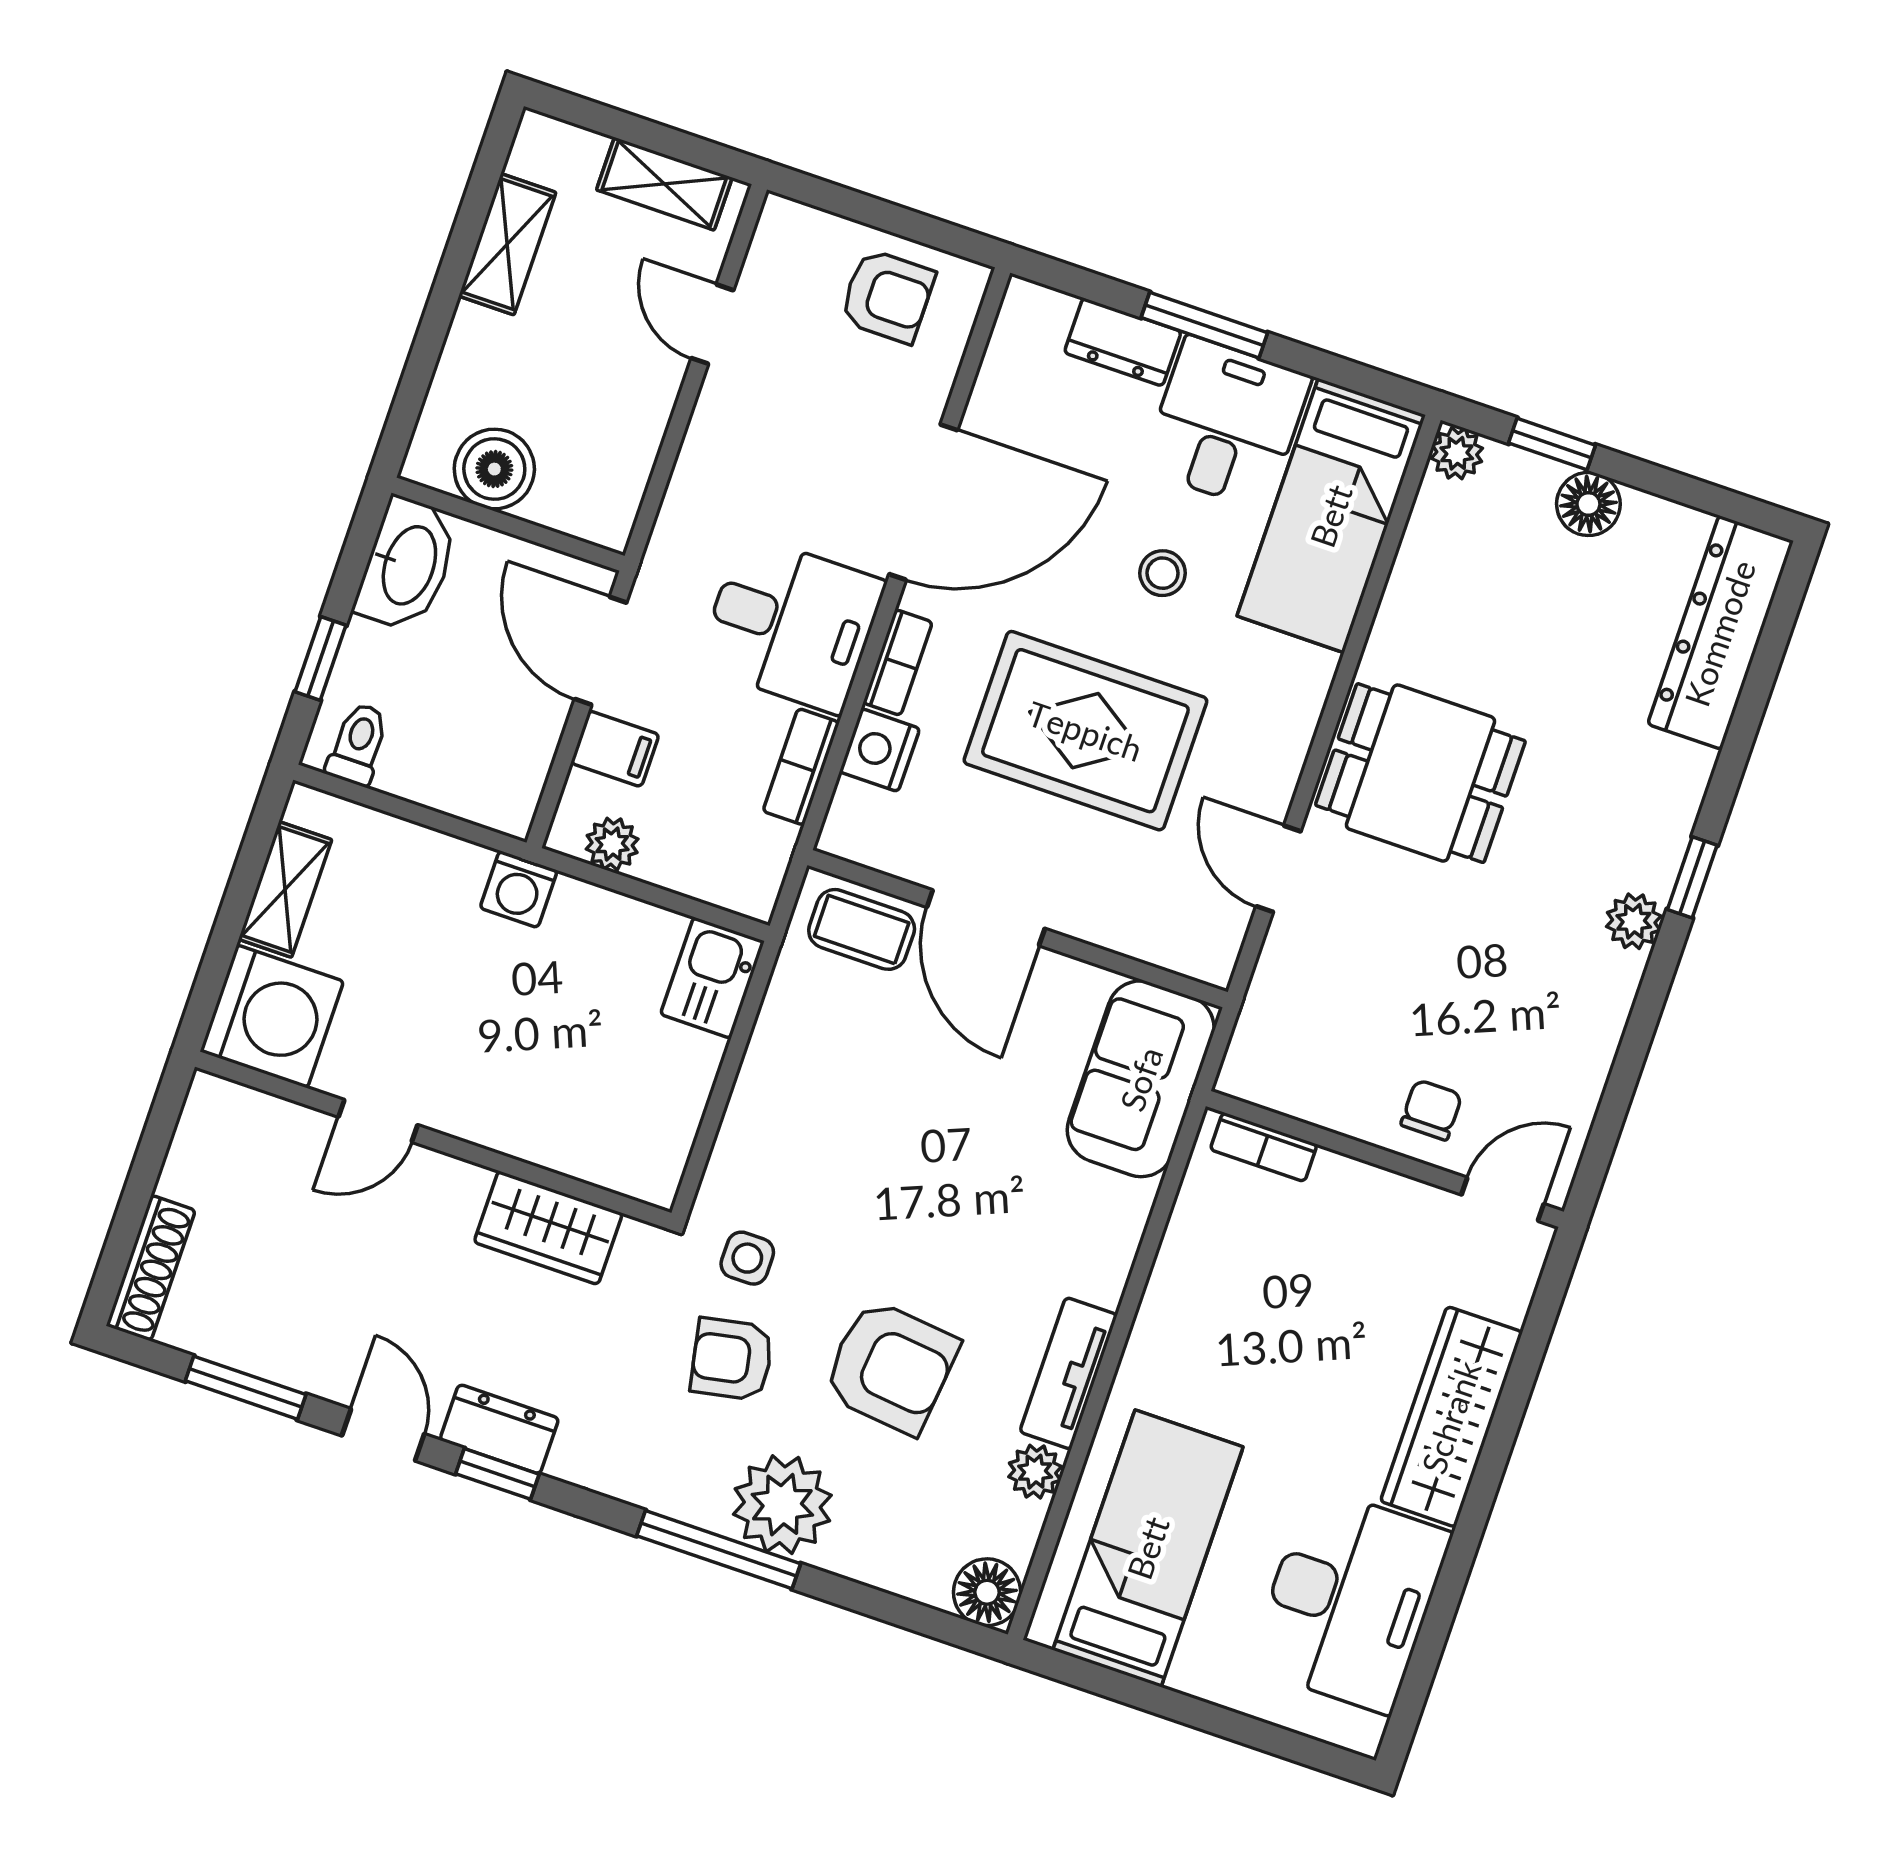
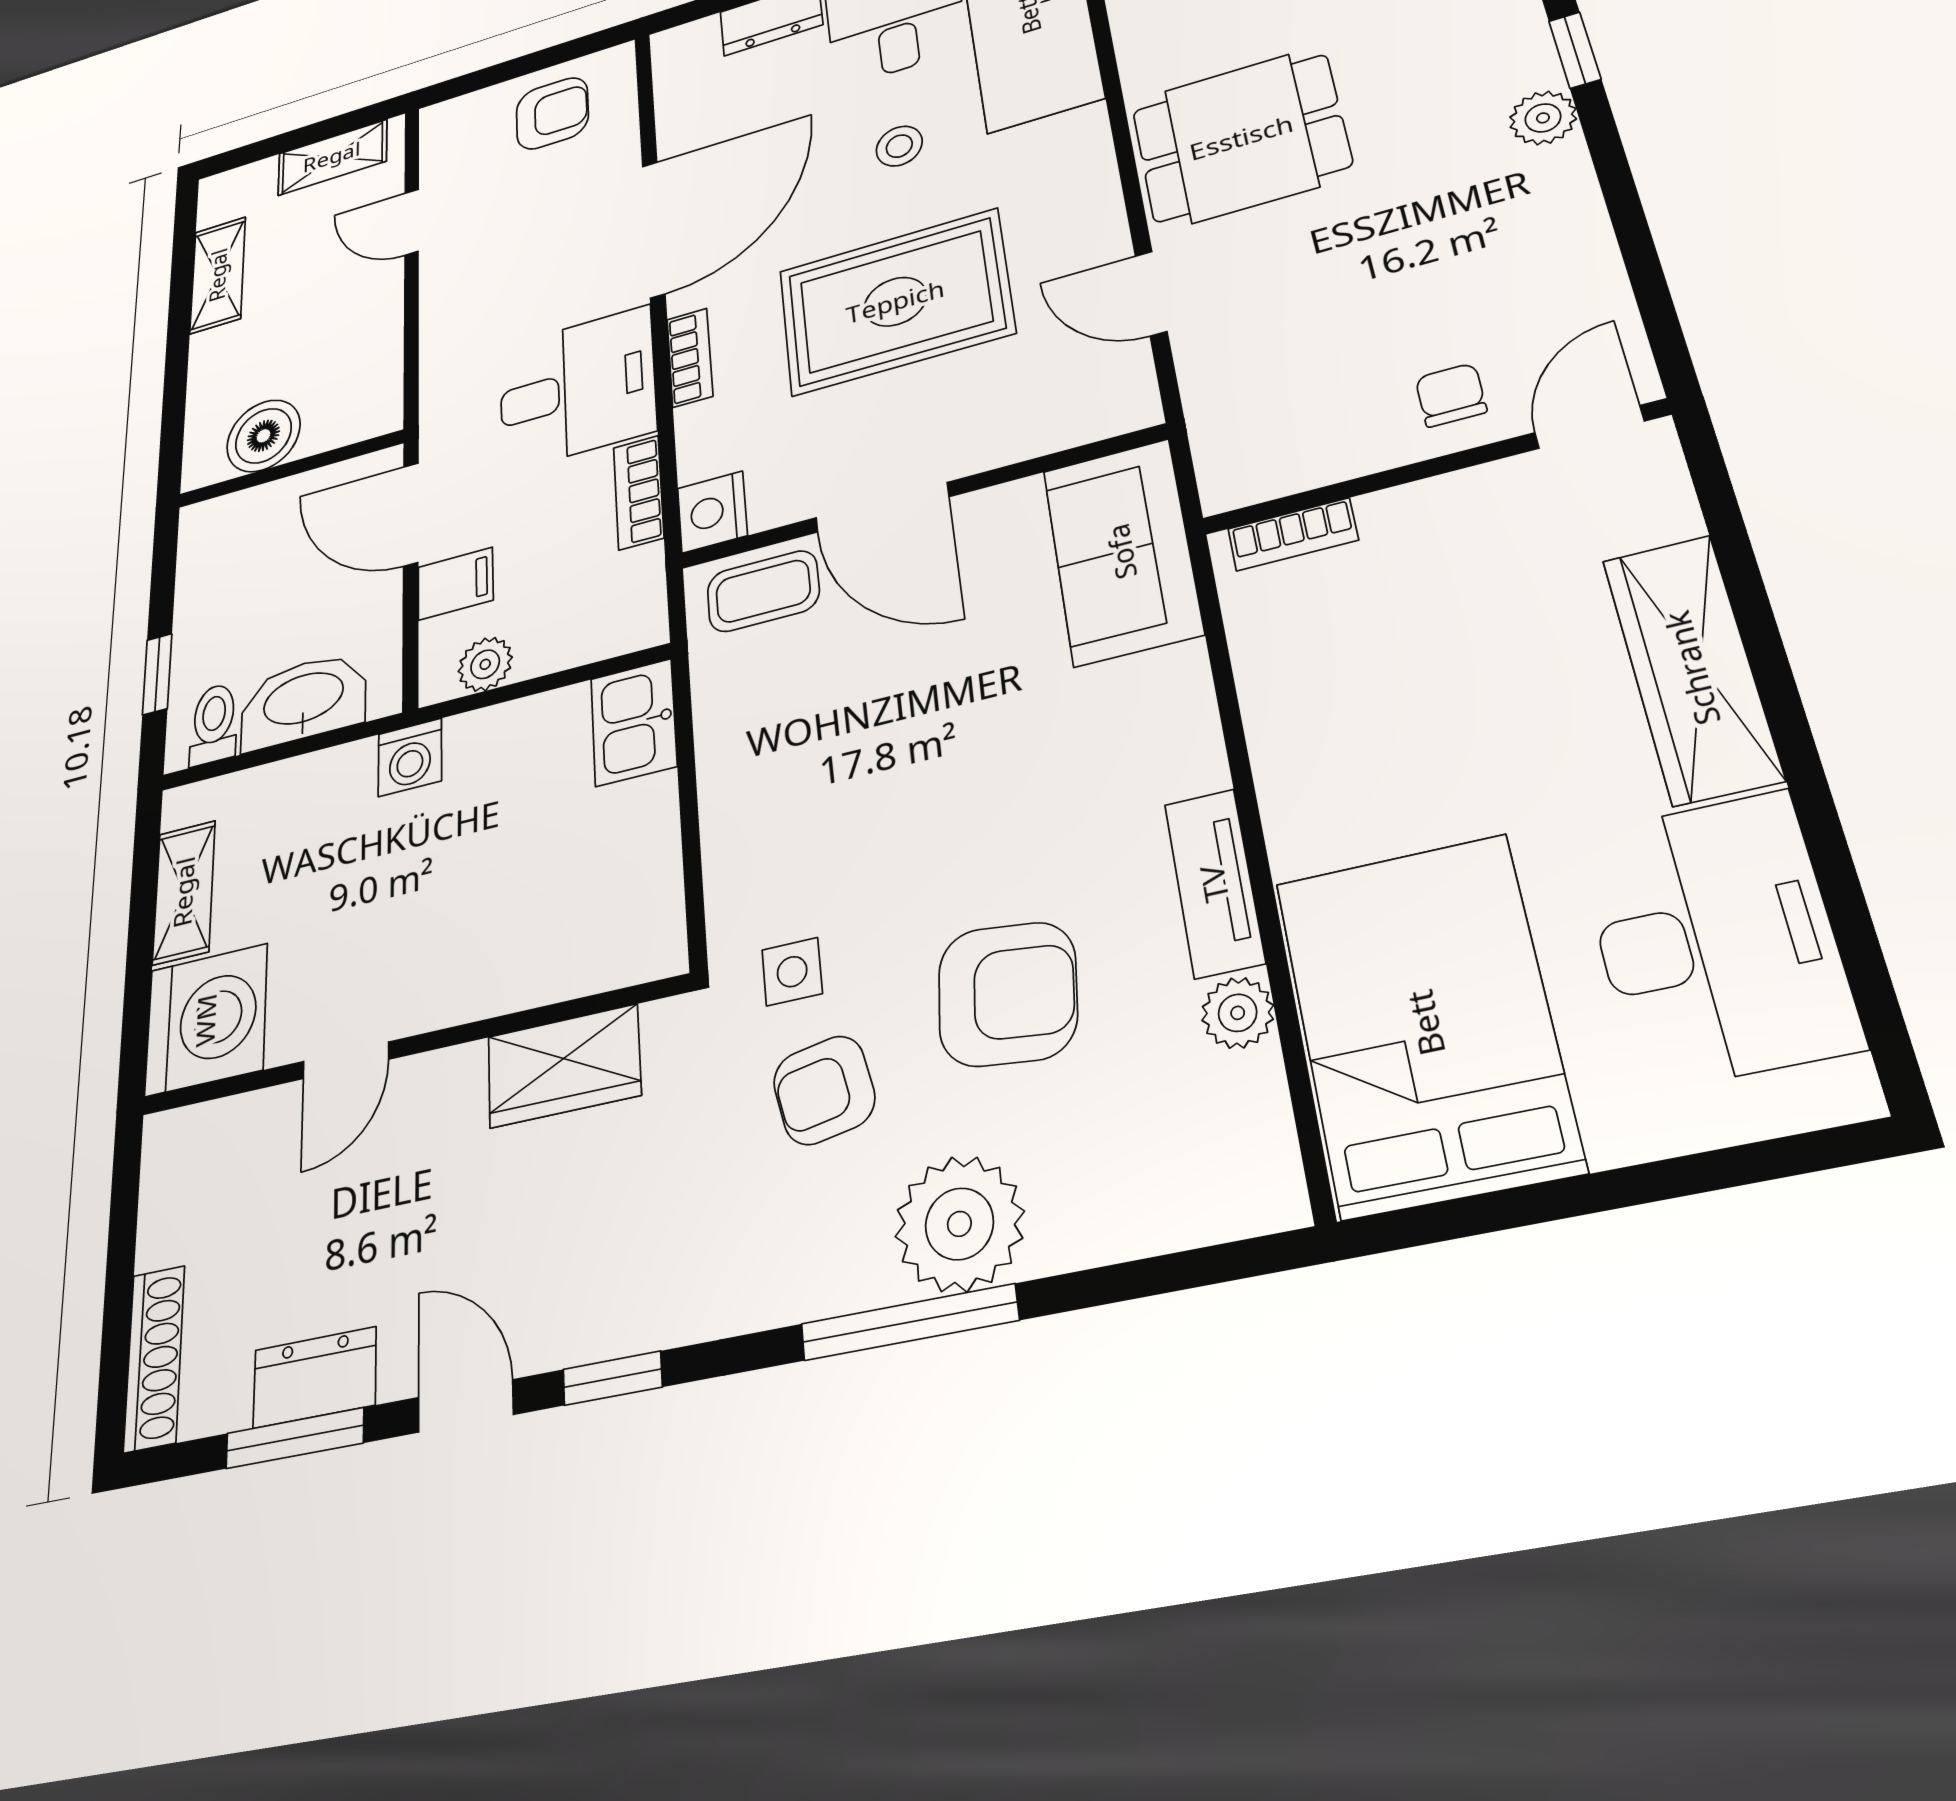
washbasin: (407, 565) -> (303, 701), moved, turned -90
nightstand: (880, 750) -> (712, 512), moved
dresser: (499, 1429) -> (315, 1377), moved
bed: (1148, 1548) -> (1426, 1023), width x1.50
floor lamp: (987, 1592) -> (1260, 1188), removed

